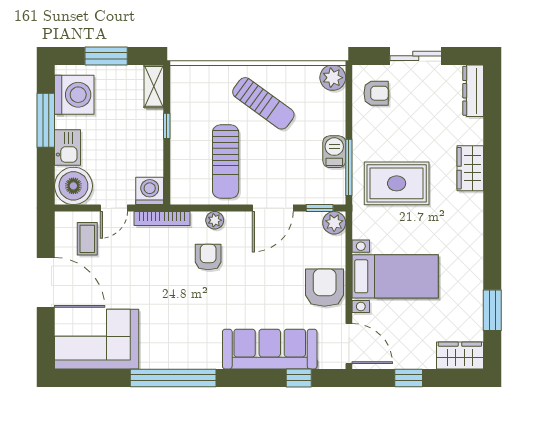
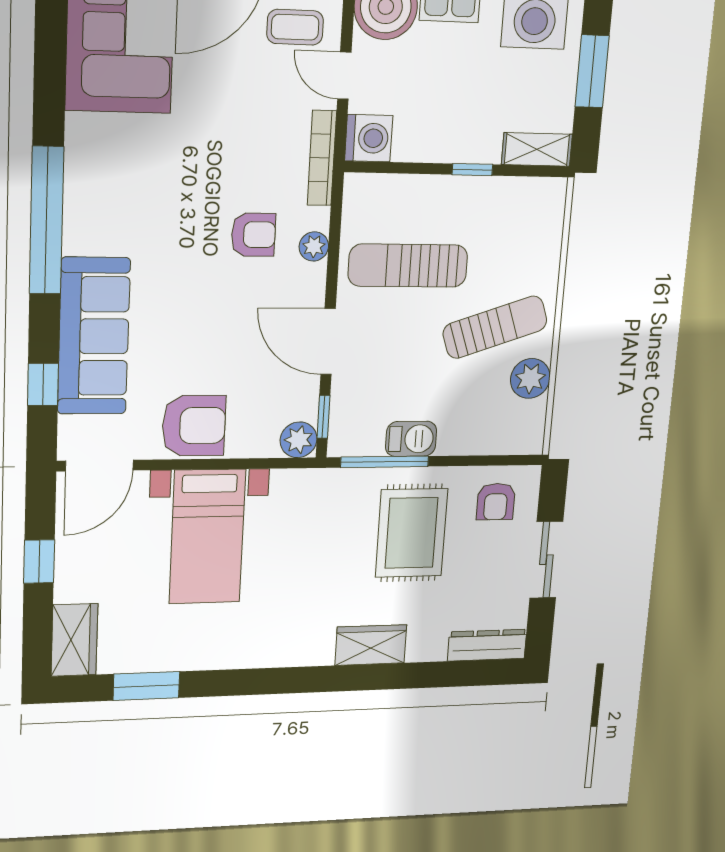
plant: (333, 78) -> (530, 378), moved
sun lounger: (263, 103) -> (495, 327), turned -145
rug: (397, 183) -> (412, 533), moved
window: (173, 378) -> (47, 221), moved

